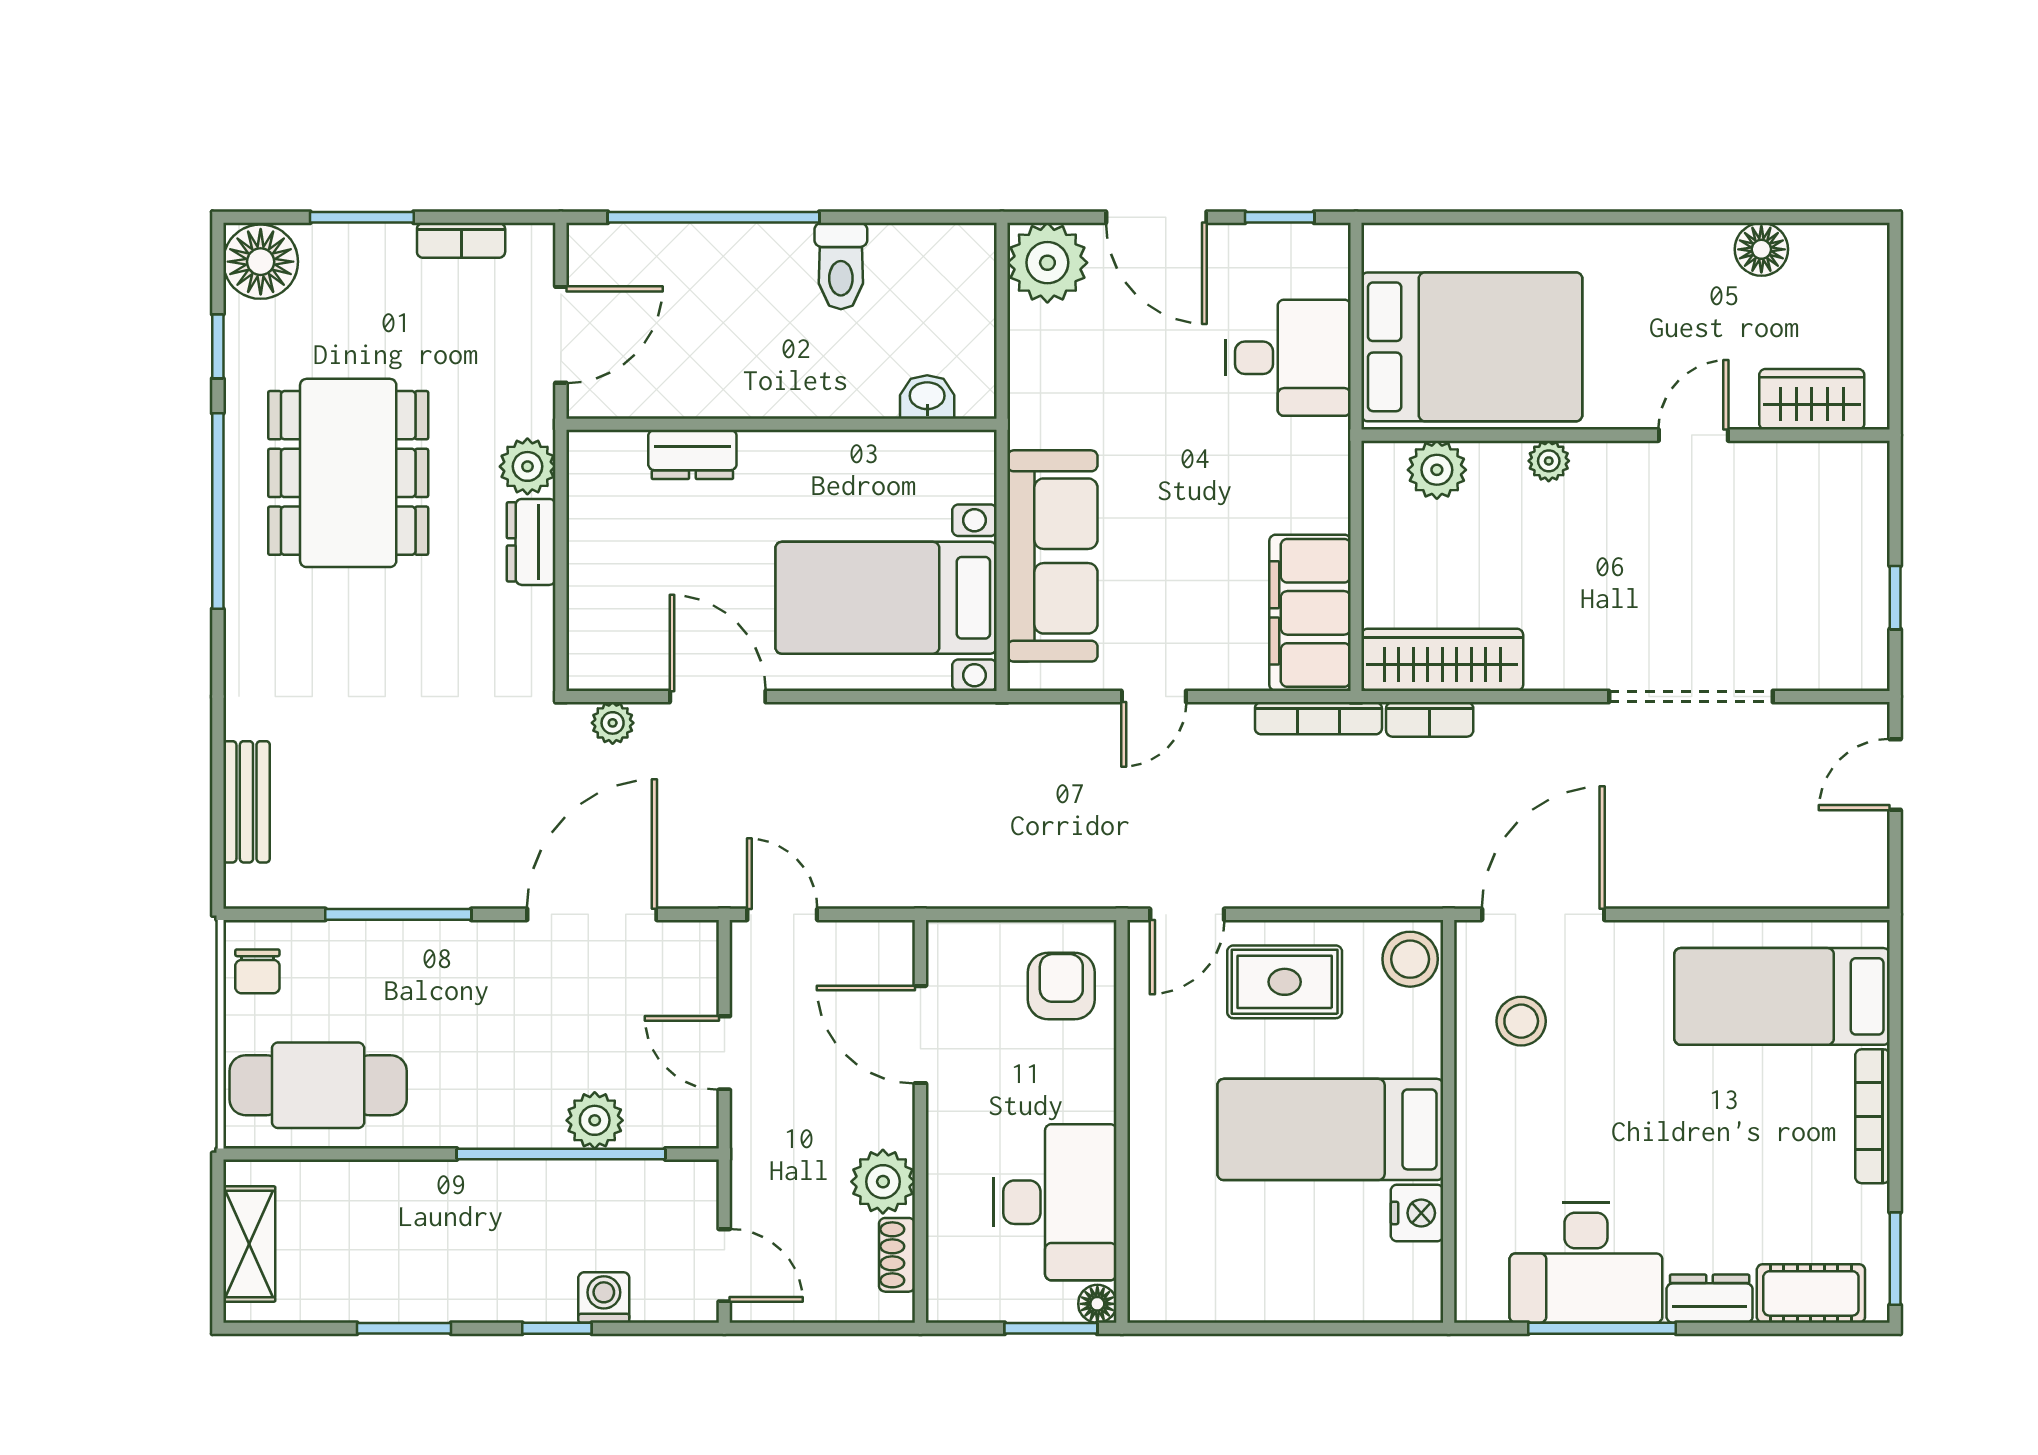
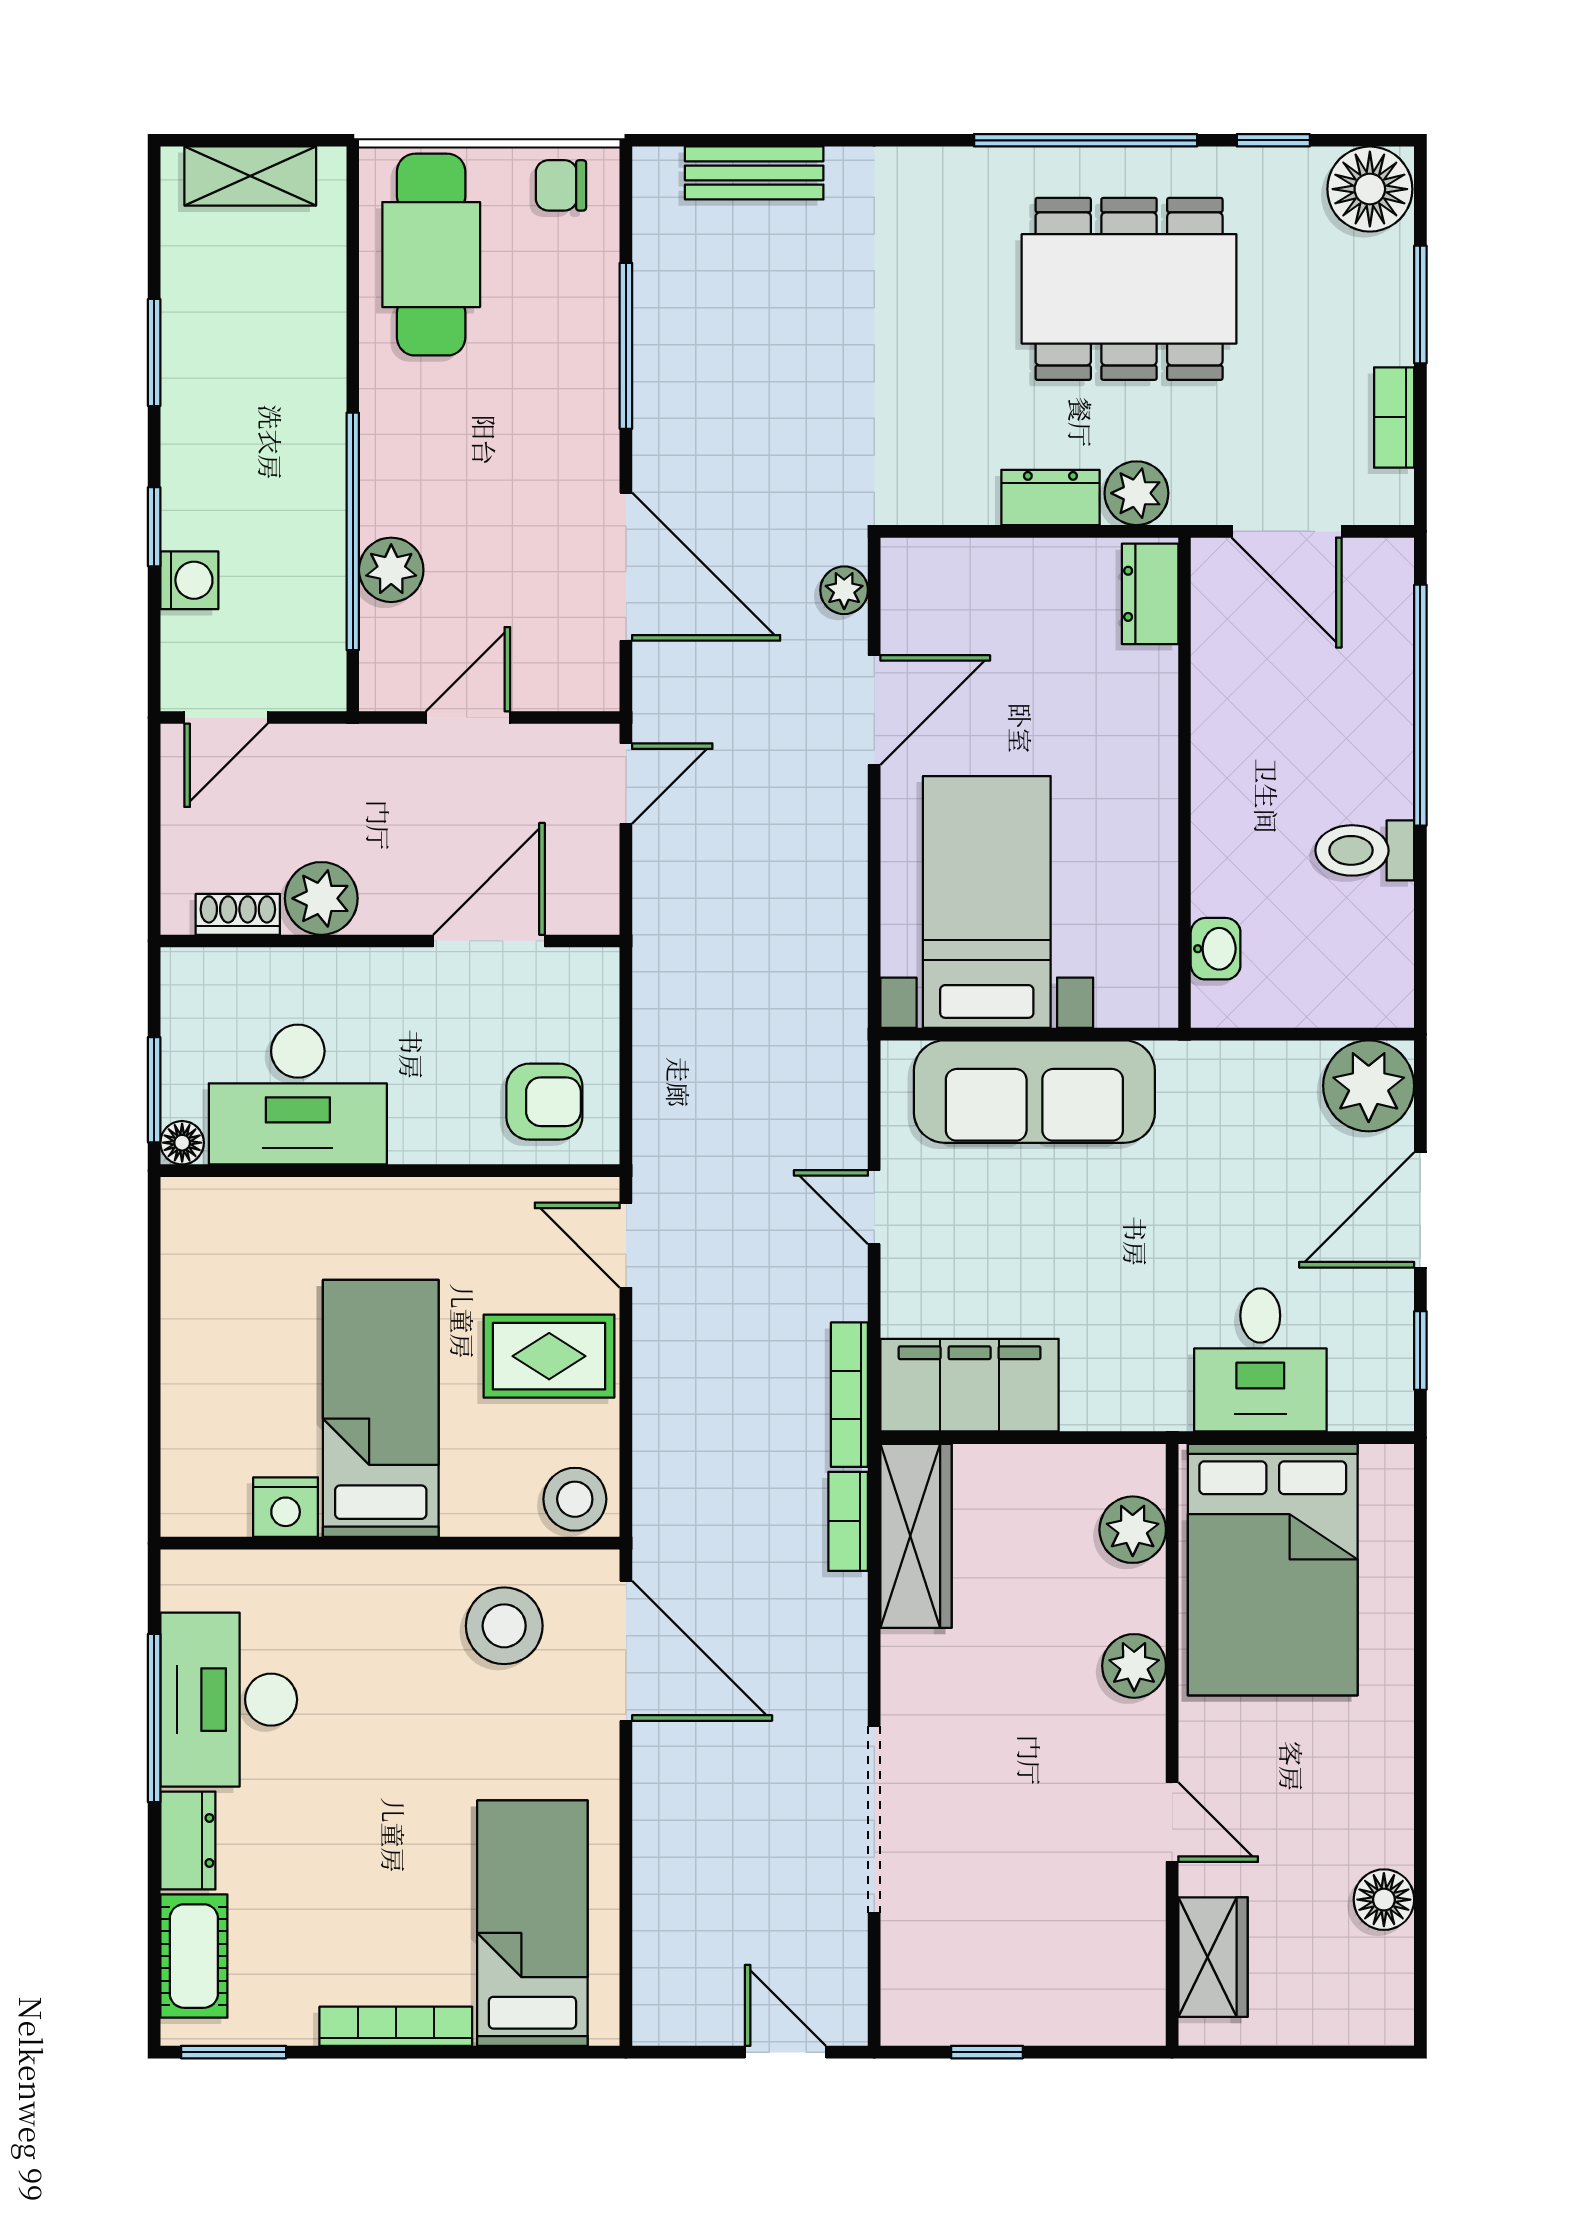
dresser: (692, 454) -> (1150, 594), moved
plant: (1549, 461) -> (1134, 1666), width x1.38, depth x1.38
rug: (1285, 982) -> (549, 1356), turned 90
stool: (1521, 1021) -> (504, 1626), width x1.38, depth x1.38

